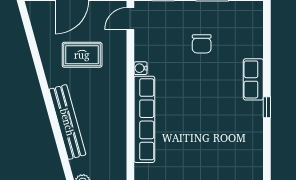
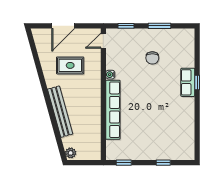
window: (267, 107) -> (197, 83), moved

